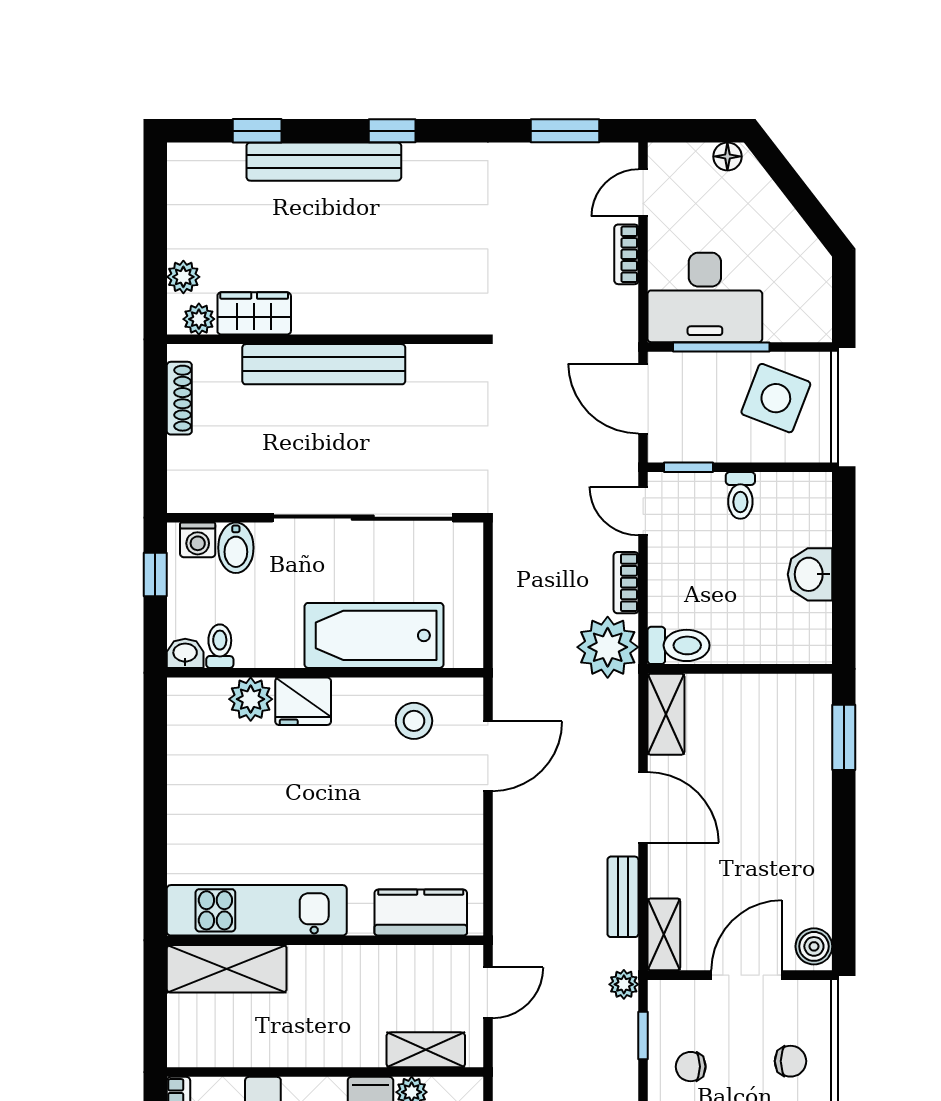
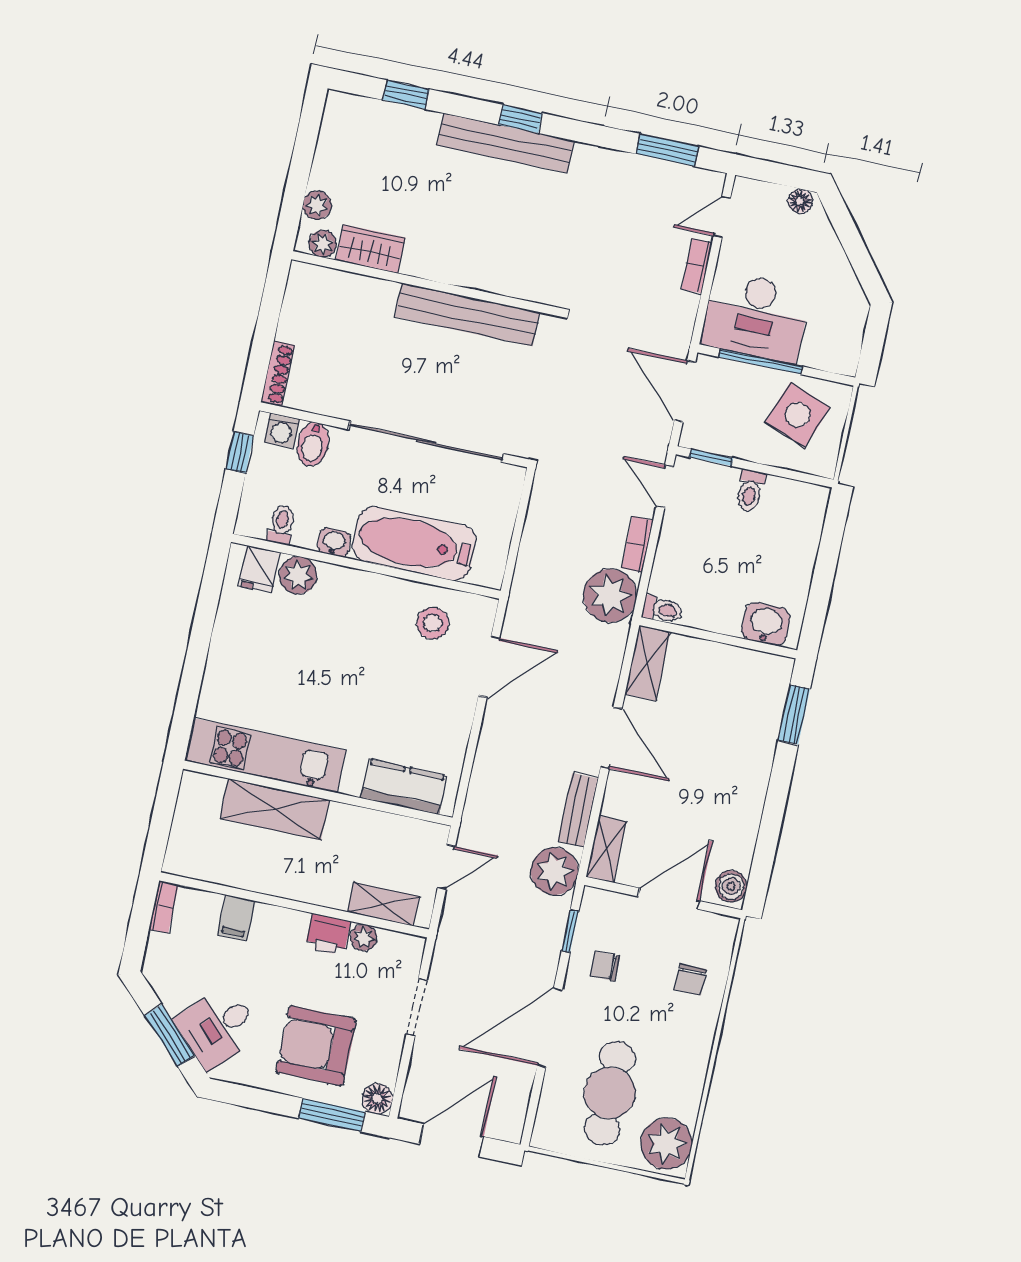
bench: (324, 162) -> (505, 143), moved
bench: (324, 364) -> (467, 314), moved
shoe rack: (179, 398) -> (278, 374), moved
washbasin: (810, 574) -> (766, 624), moved, turned 90
toilet: (679, 645) -> (662, 610), width x0.73, depth x0.72
washbasin: (185, 653) -> (334, 542), moved
fridge: (303, 701) -> (260, 569), moved, width x0.72
shelving: (227, 969) -> (275, 809), moved
plant: (624, 984) -> (555, 871), width x1.87, depth x1.87
chair: (790, 1061) -> (691, 980), turned 90

